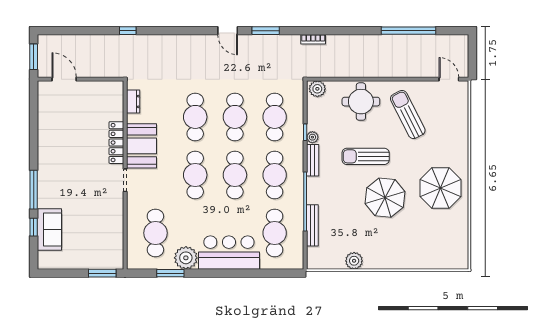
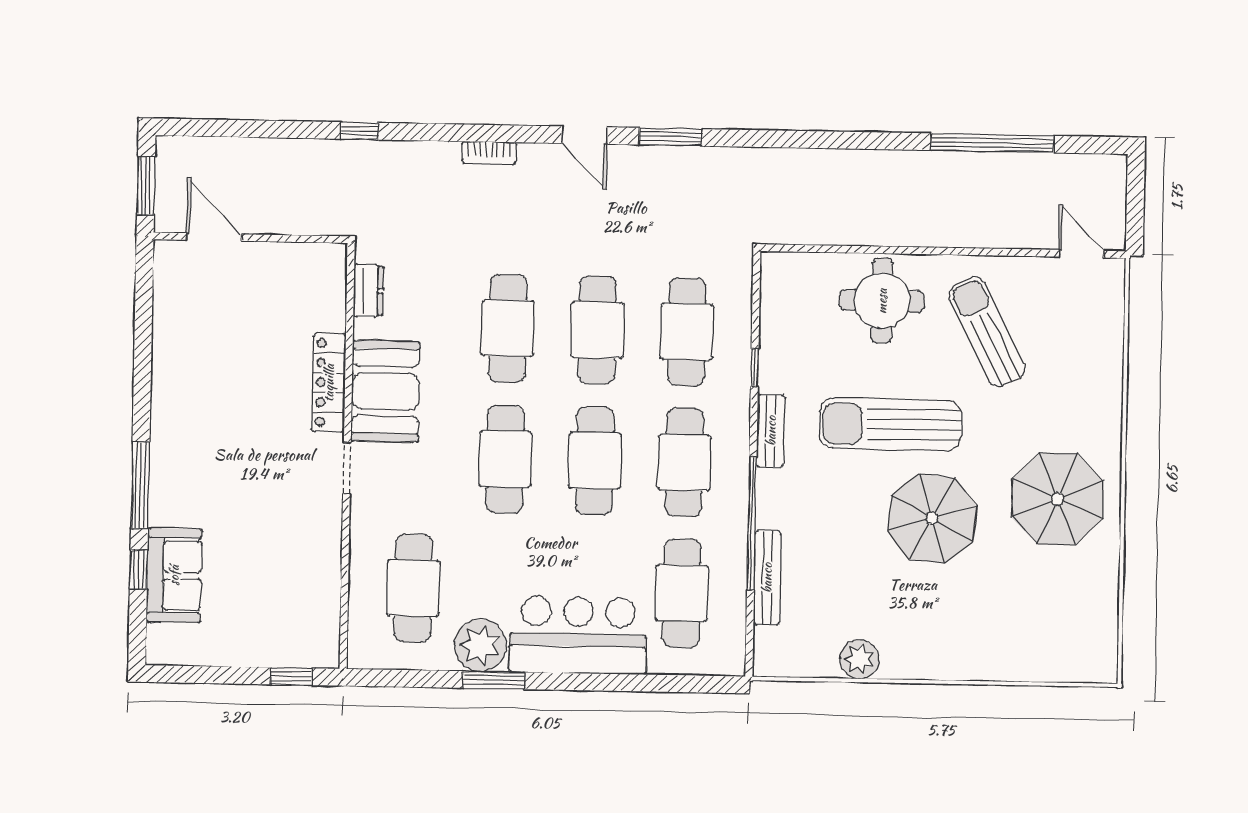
bookcase: (313, 39) -> (489, 153), moved
plant: (317, 89) -> (784, 270), removed
plant: (312, 137) -> (771, 379), removed
sun lounger: (366, 156) -> (890, 424), width x1.36, depth x1.34
window: (102, 273) -> (291, 676), width x0.67
window: (170, 273) -> (494, 680), moved

